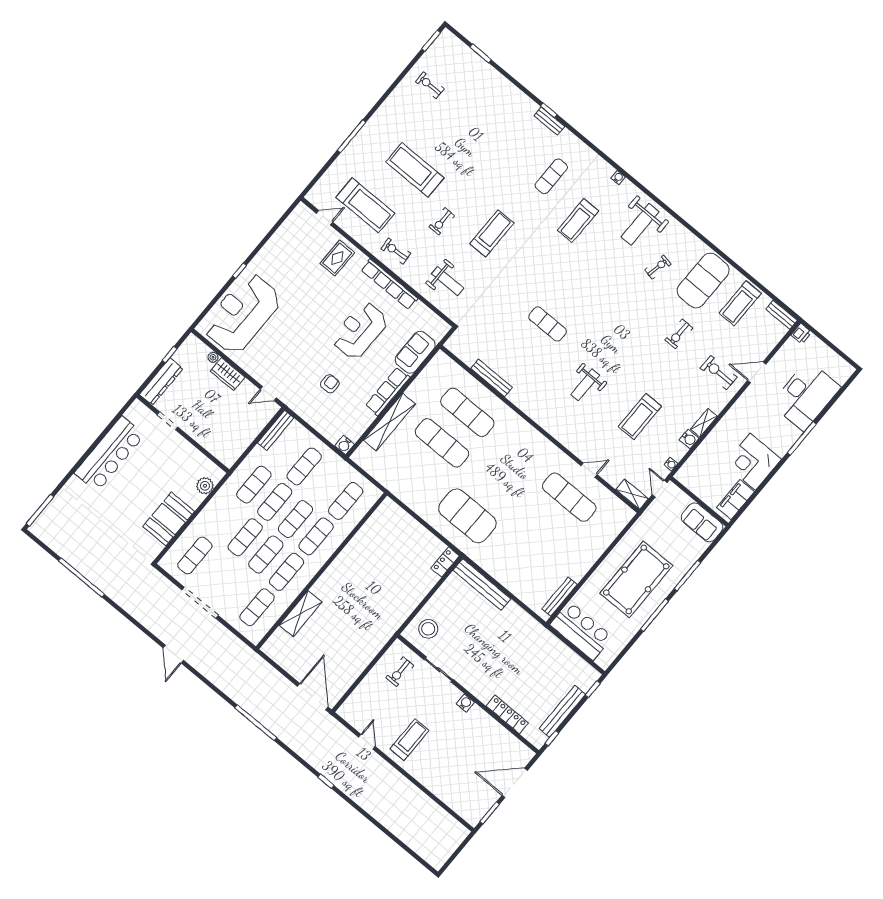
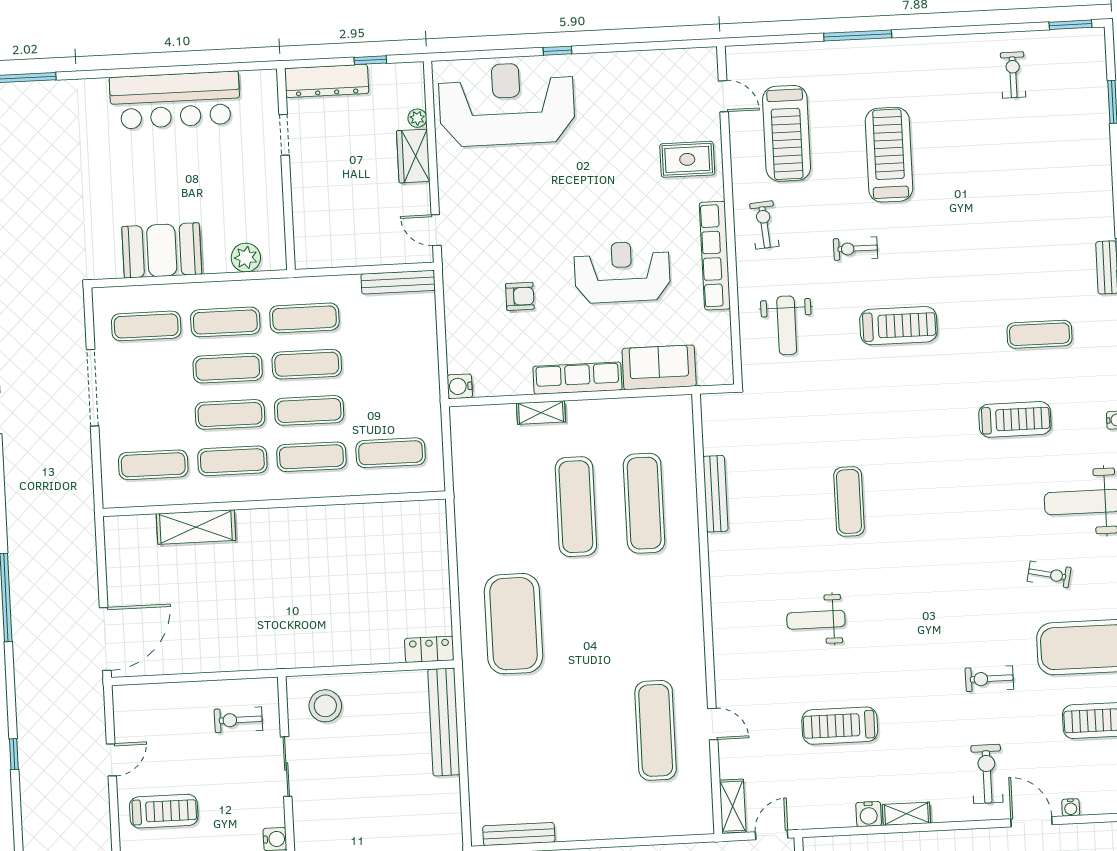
treadmill: (578, 221) -> (1015, 419), turned 180
shelving: (389, 422) -> (541, 413), width x0.45, depth x0.75
water cooler: (671, 464) -> (1071, 807), moved
exercise mat: (304, 466) -> (225, 322), moved

